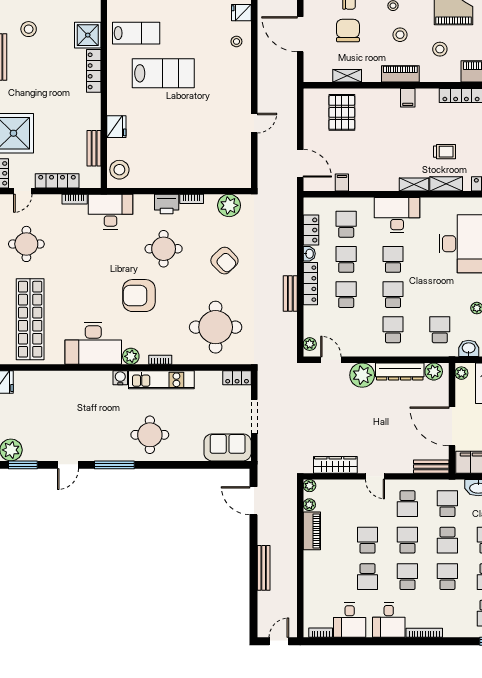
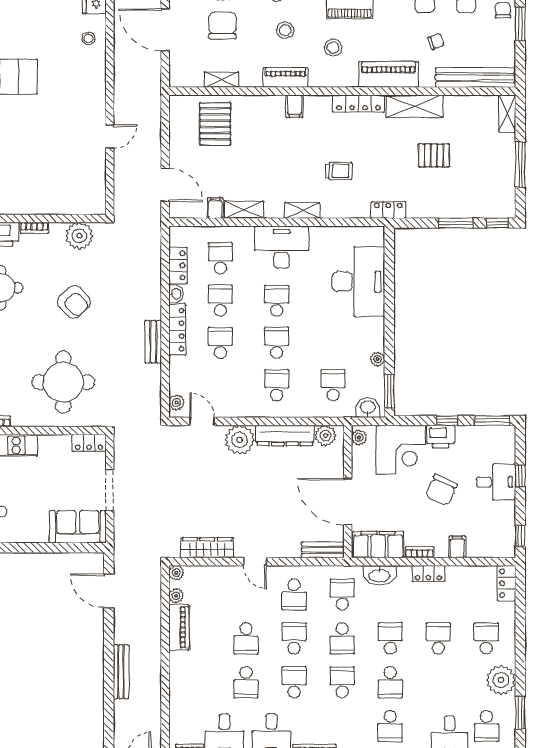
shelving: (446, 184) -> (244, 210), moved
school desk: (368, 540) -> (246, 638), turned 180

